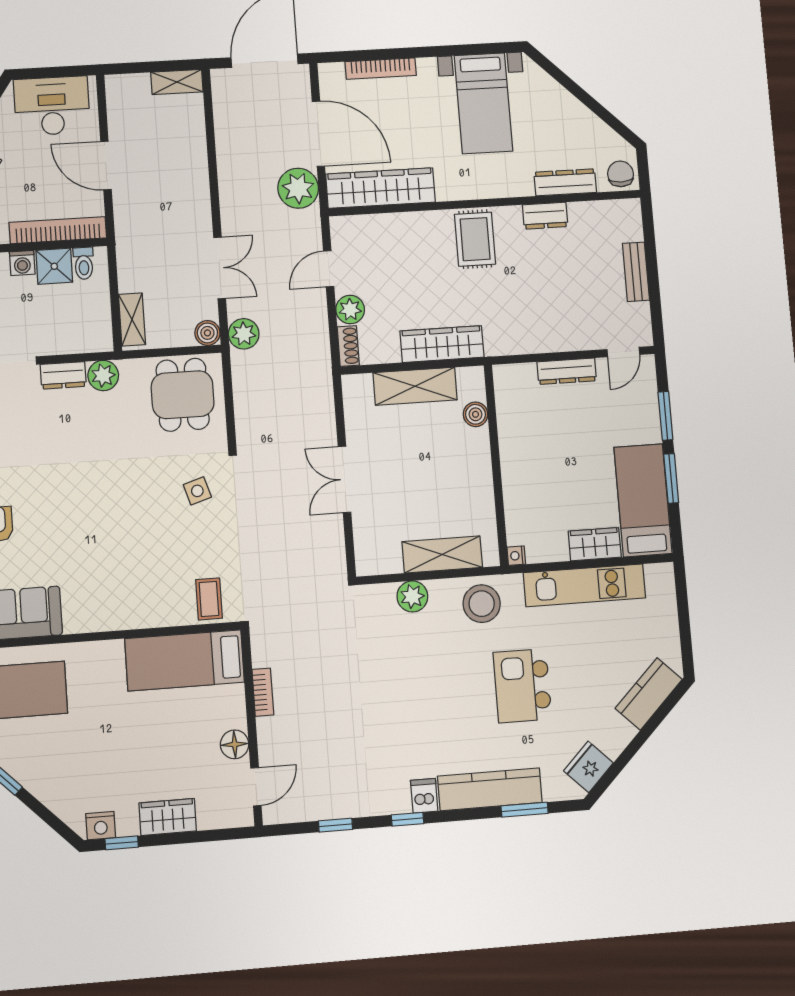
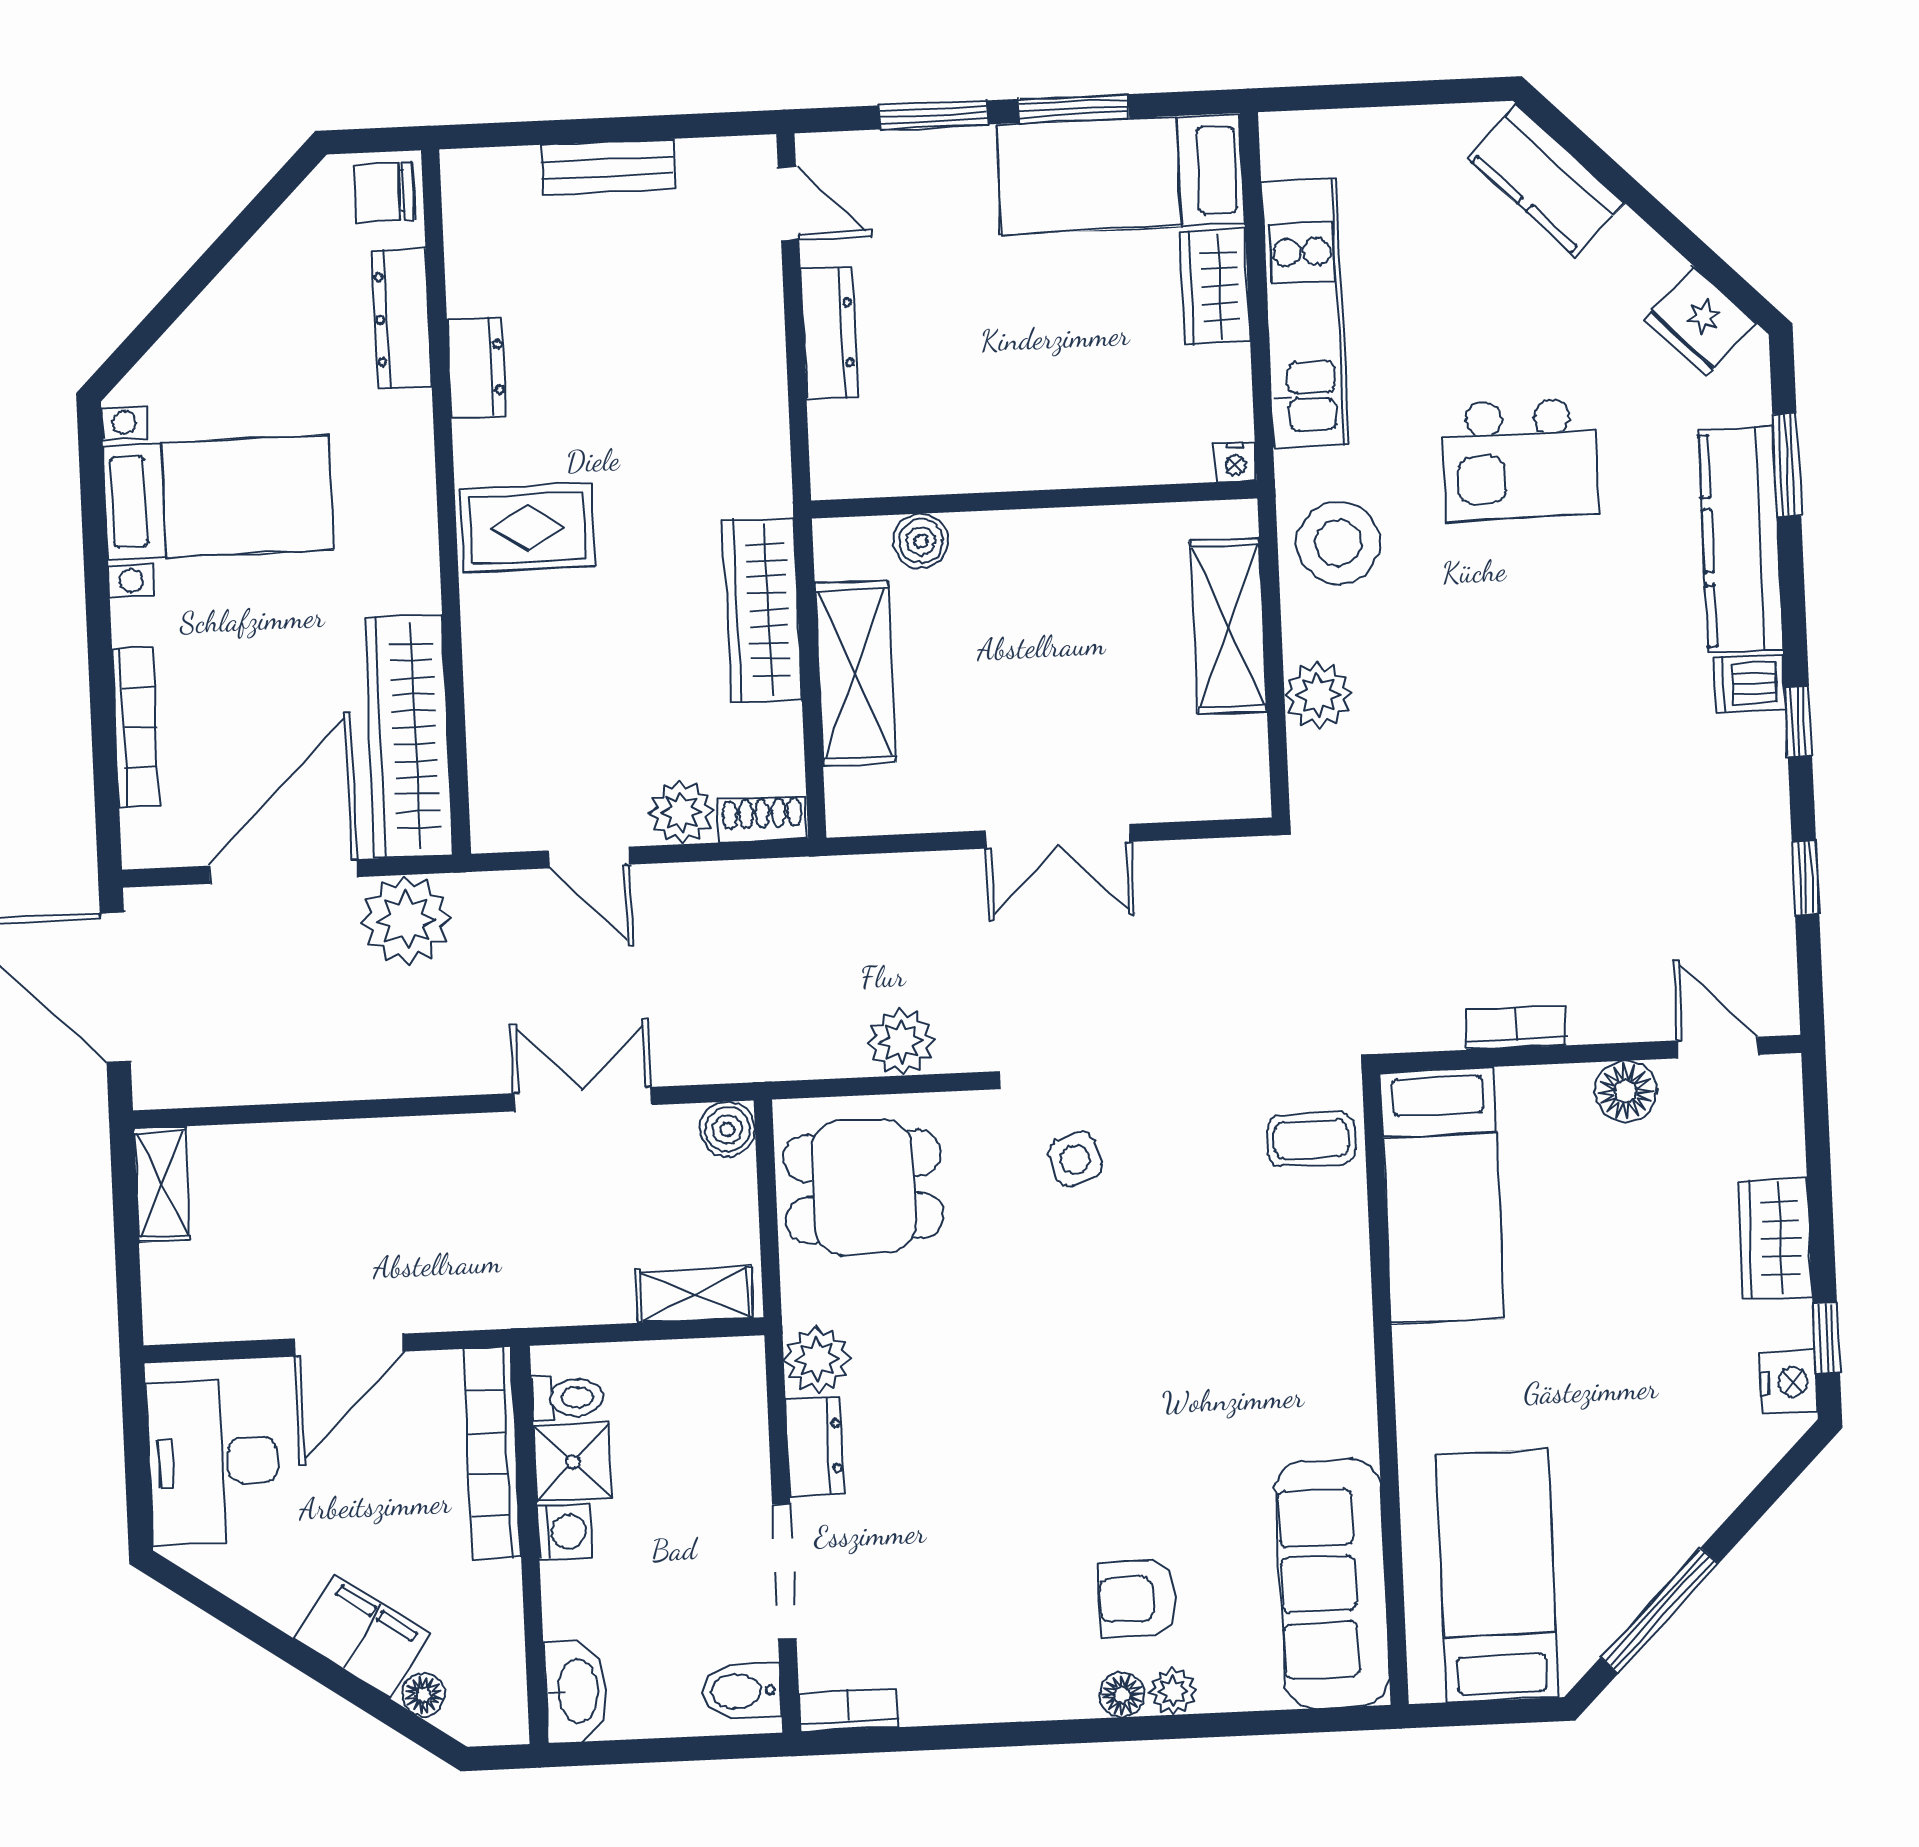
plant: (244, 334) -> (901, 1042), moved

